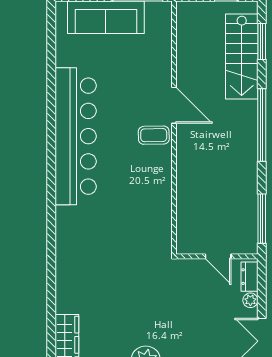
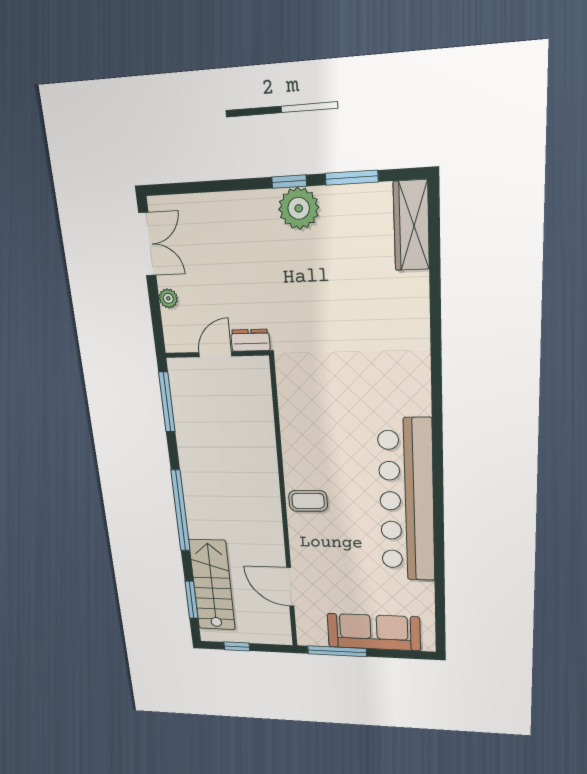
door: (174, 105) -> (290, 587), moved
door: (218, 256) -> (215, 354), hinge flipped
dresser: (250, 277) -> (250, 340), moved, turned -90

